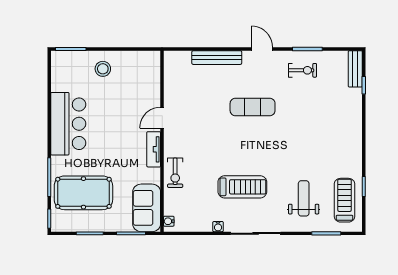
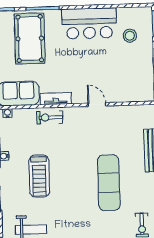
stool: (103, 69) -> (130, 36), moved
exercise mat: (253, 107) -> (109, 183), width x1.36, depth x1.45
tv unit: (154, 149) -> (56, 99), moved

